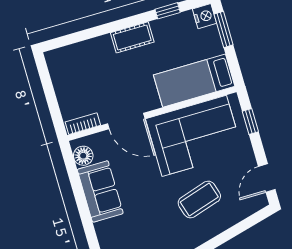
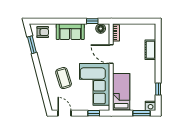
cot: (132, 37) -> (150, 50), moved
door: (126, 121) -> (111, 54), hinge flipped
window: (74, 176) -> (92, 21), added
sofa: (100, 191) -> (70, 32), moved

